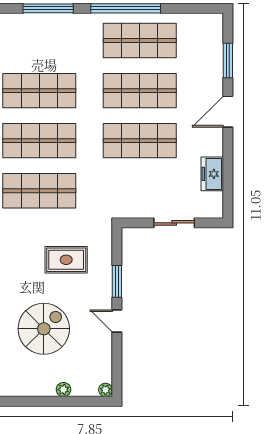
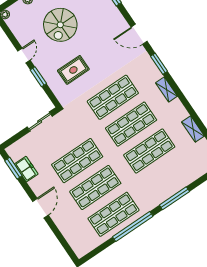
window: (228, 61) -> (13, 168), moved
sliding door: (174, 223) -> (40, 122), moved
door: (117, 321) -> (24, 56), hinge flipped

